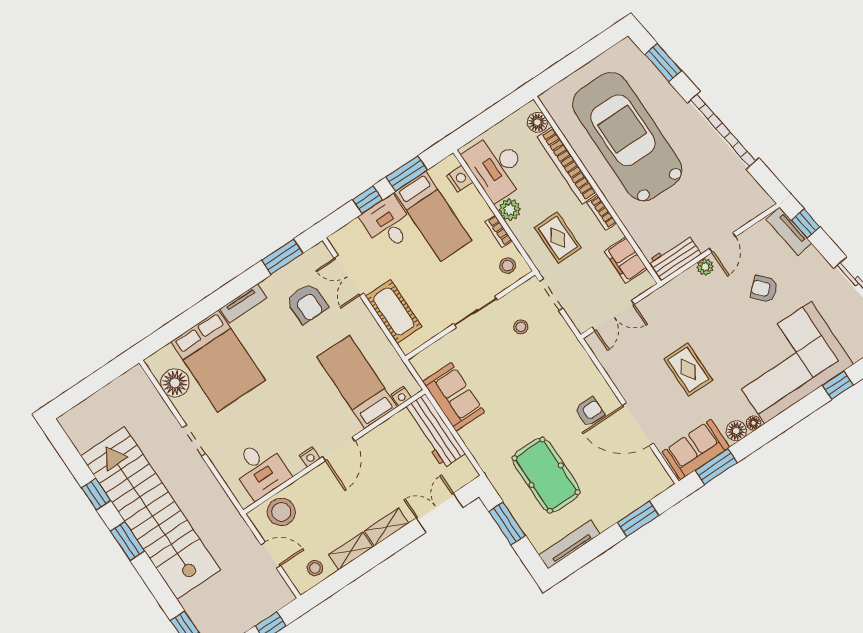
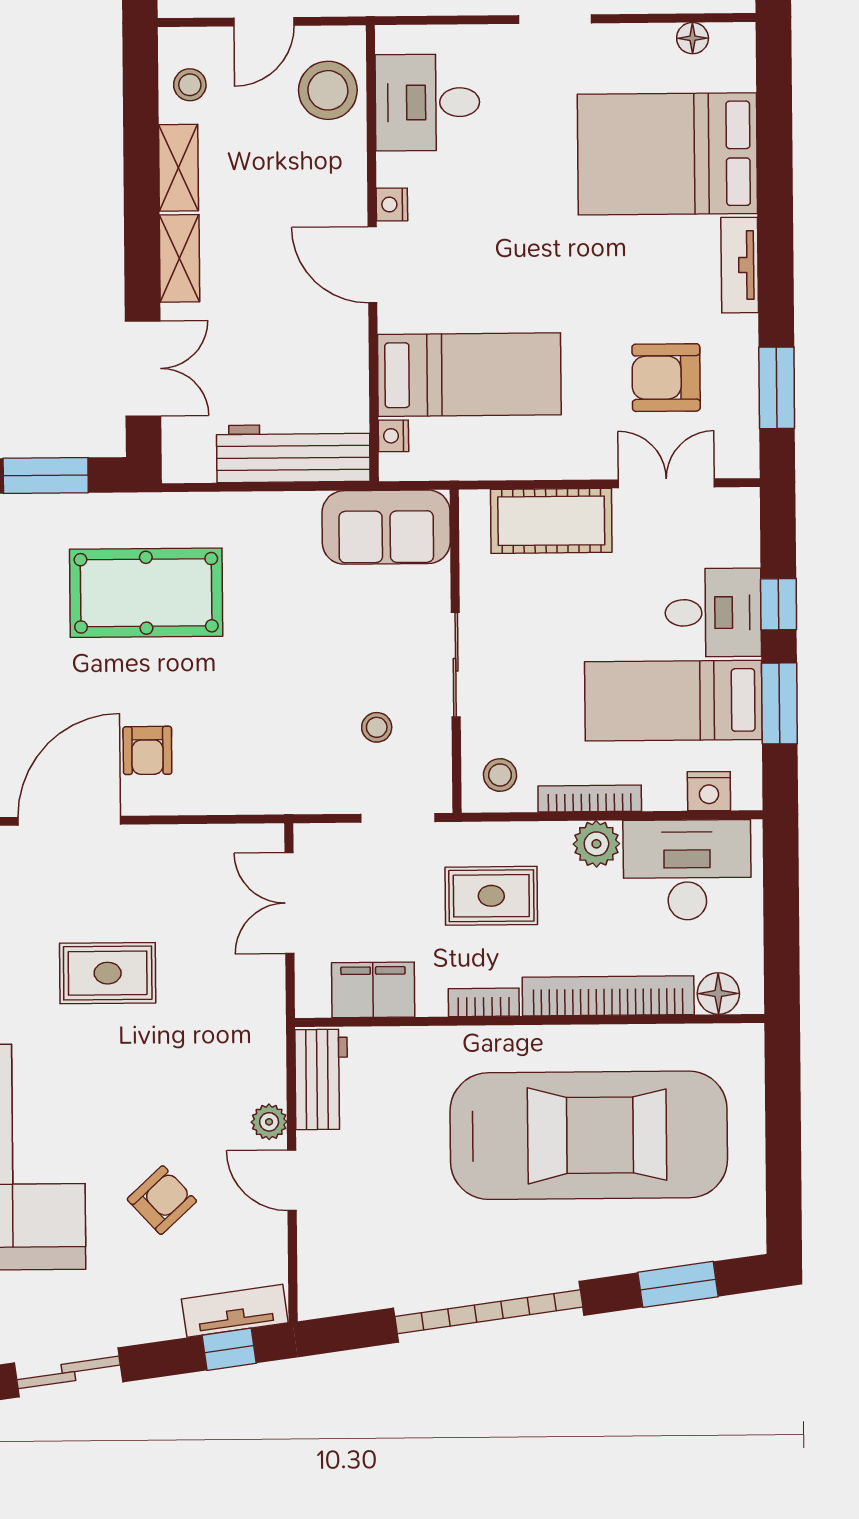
bookcase: (499, 231) -> (590, 799), width x1.56
floor lamp: (175, 383) -> (693, 38), width x0.53, depth x0.53
sofa: (454, 397) -> (386, 527), moved
pool table: (546, 475) -> (146, 593), moved

